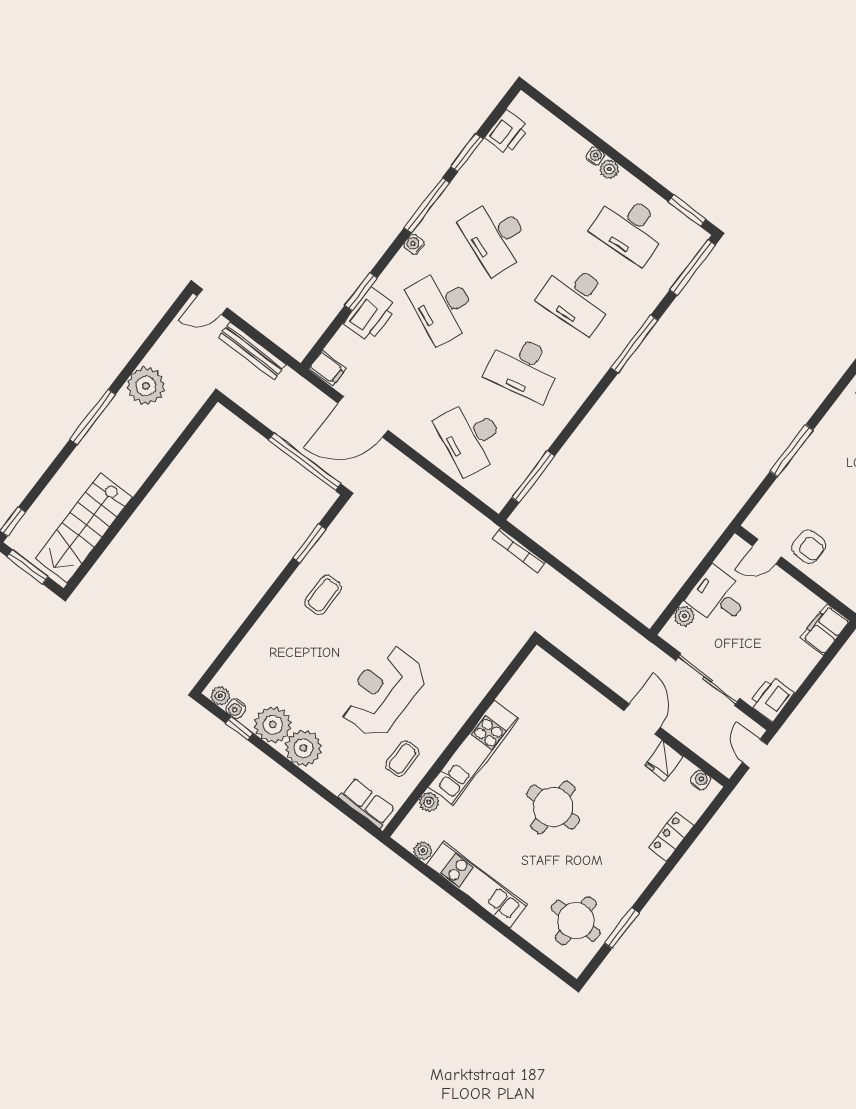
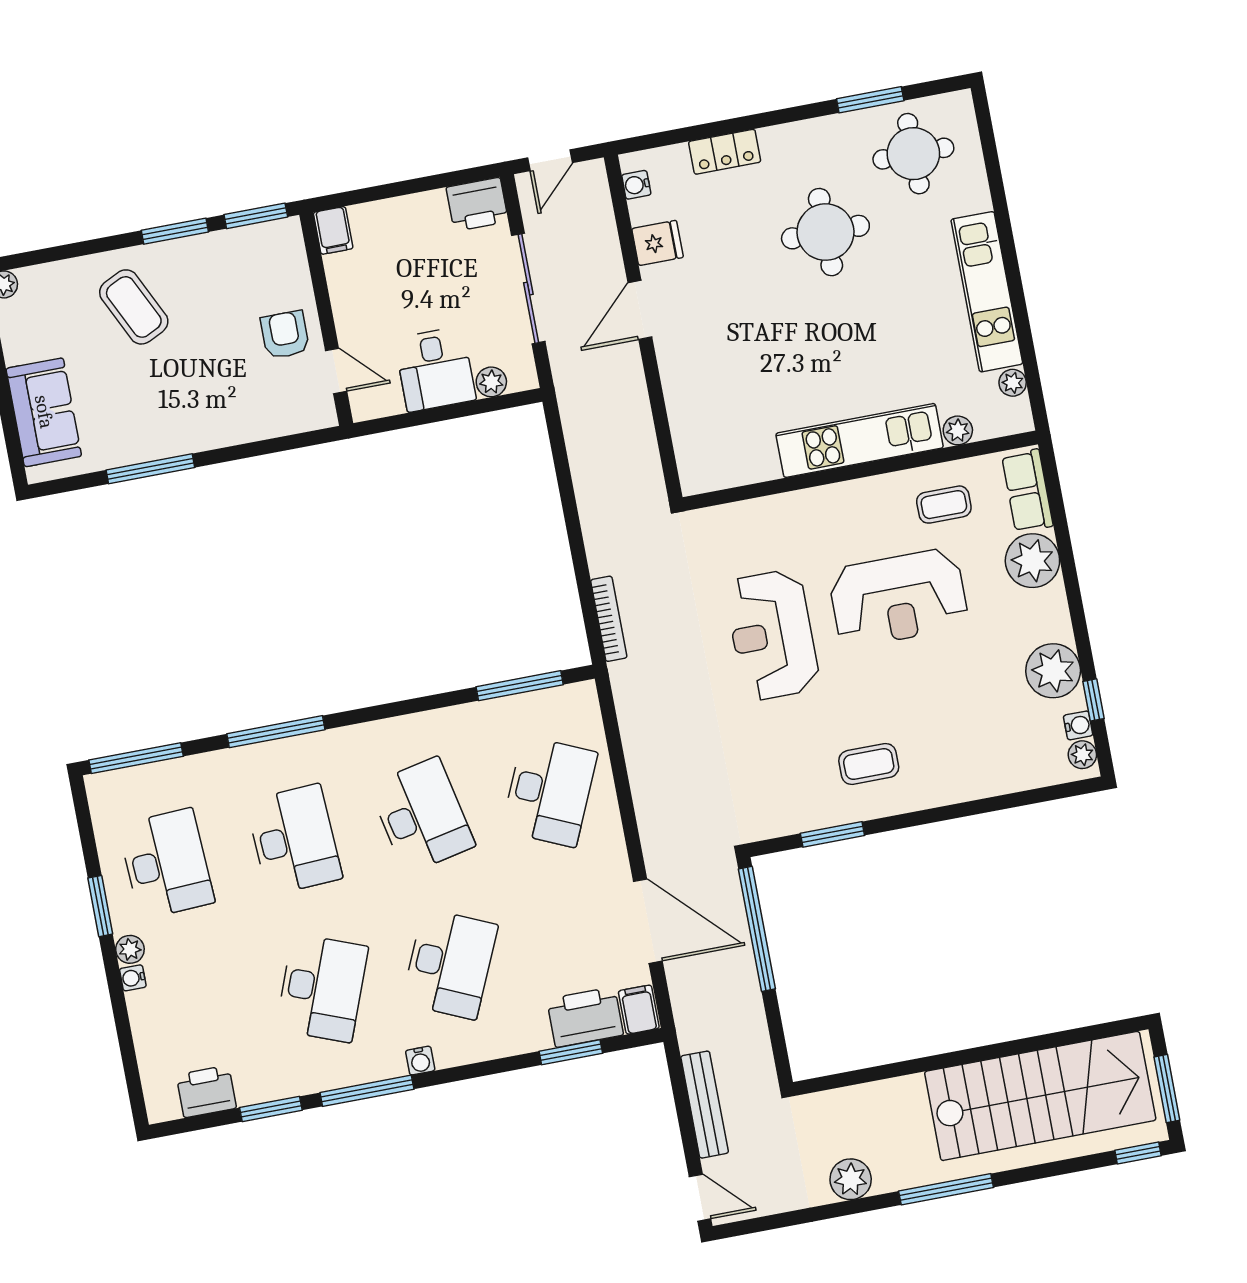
window: (687, 211) -> (100, 906), moved
window: (361, 292) -> (571, 1052), moved
printer: (370, 315) -> (585, 1017), moved
plant: (146, 386) -> (851, 1179), width x0.73, depth x0.73
window: (792, 451) -> (150, 469), moved
stairs: (84, 528) -> (1040, 1096), width x1.36, depth x1.51
reception desk: (430, 616) -> (772, 635), added
filing cabinet: (825, 629) -> (333, 230), width x0.50
plant: (303, 748) -> (1032, 561), moved
round table: (553, 807) -> (825, 232), moved

